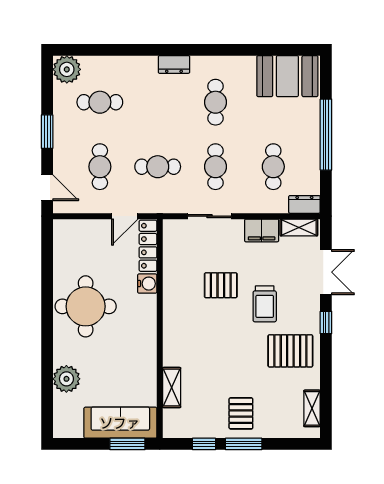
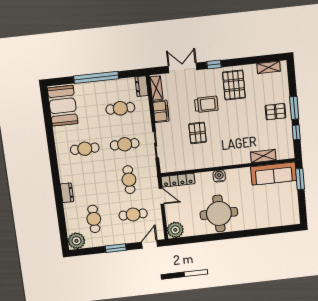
dresser: (174, 64) -> (67, 193), moved
water cooler: (147, 284) -> (219, 176), moved
plant: (66, 379) -> (175, 230), moved
sofa: (120, 423) -> (274, 174), moved, turned -90

